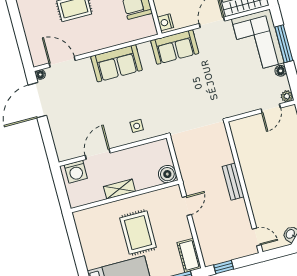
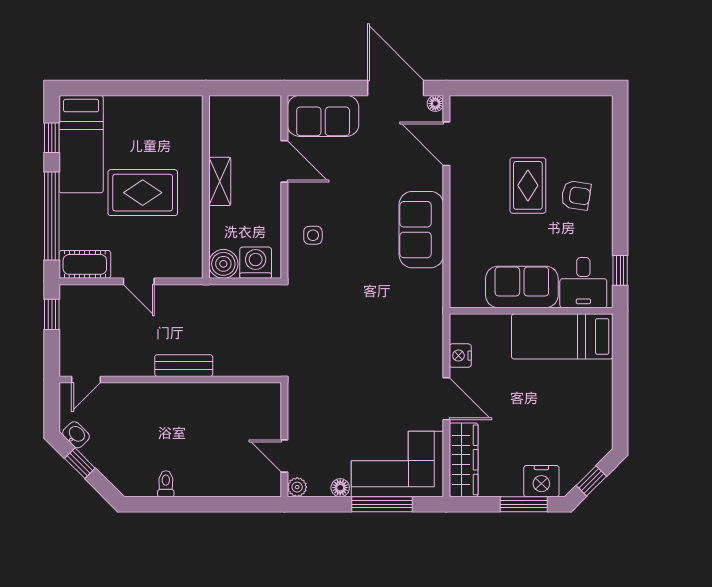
nightstand: (165, 22) -> (460, 356), moved, turned -90
sofa: (175, 47) -> (323, 116), moved, turned -90
door: (62, 62) -> (446, 144), swing flipped
washing machine: (76, 172) -> (256, 263), moved, turned 90
door: (187, 206) -> (139, 281), moved

